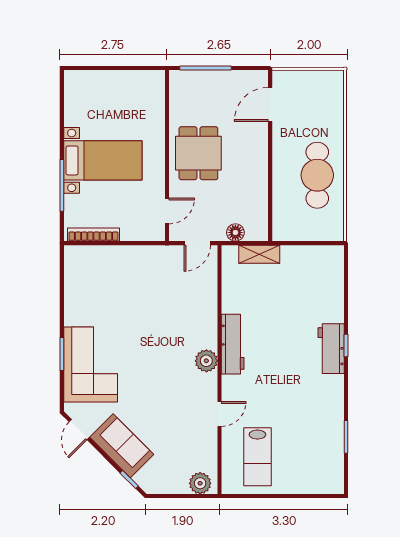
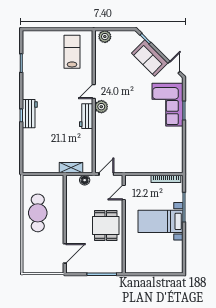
workbench: (233, 344) -> (86, 116), width x0.73
door: (220, 414) -> (94, 92), moved

